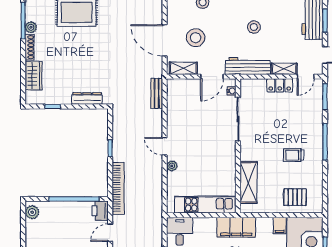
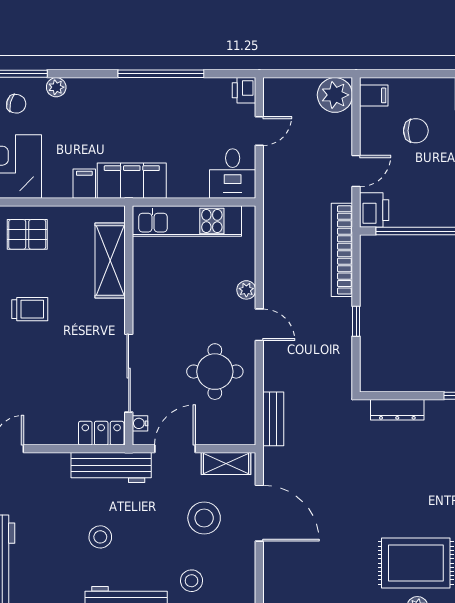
shelving: (284, 69) -> (46, 463), removed
locker: (280, 85) -> (101, 433), moved
round table: (190, 120) -> (215, 372), added
filing cabinet: (280, 226) -> (84, 184), moved

